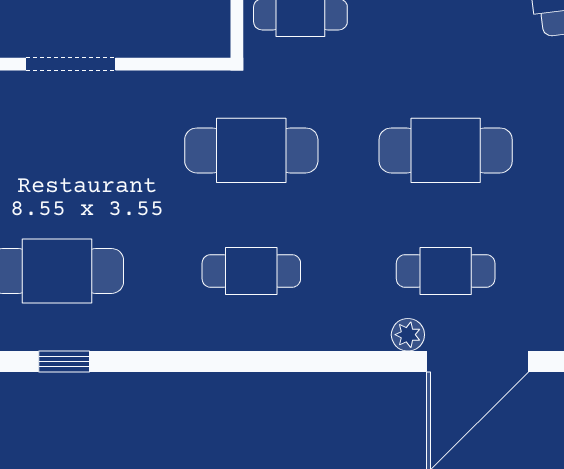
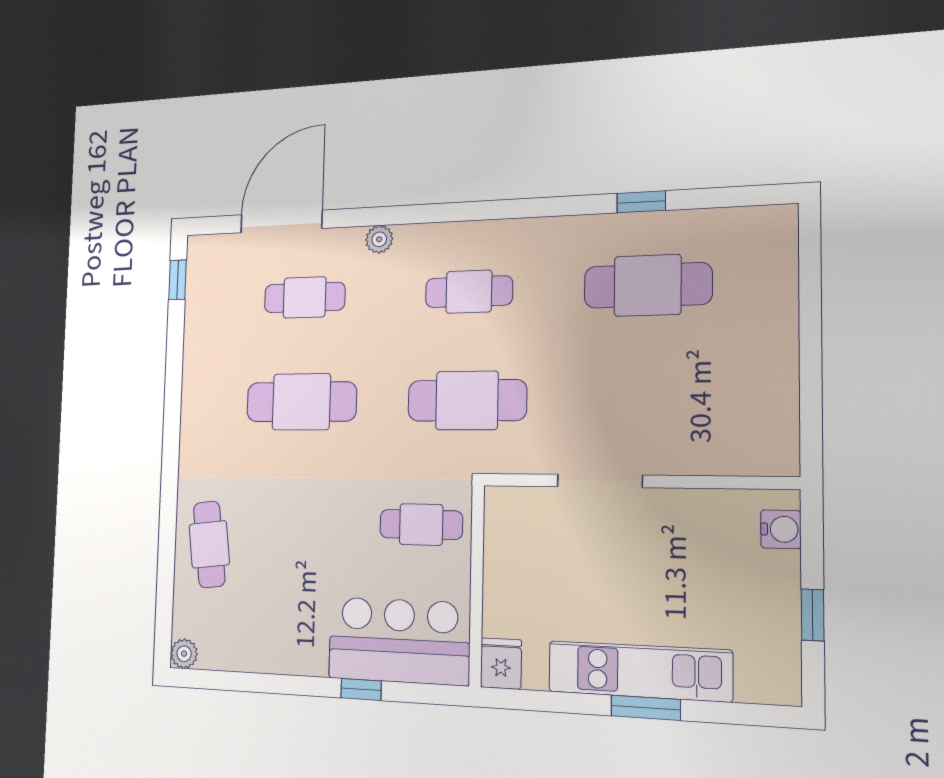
doorway: (71, 64) -> (600, 481), moved
plant: (408, 335) -> (379, 239), moved

